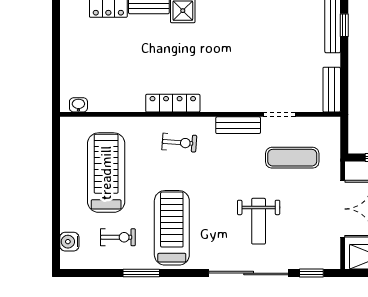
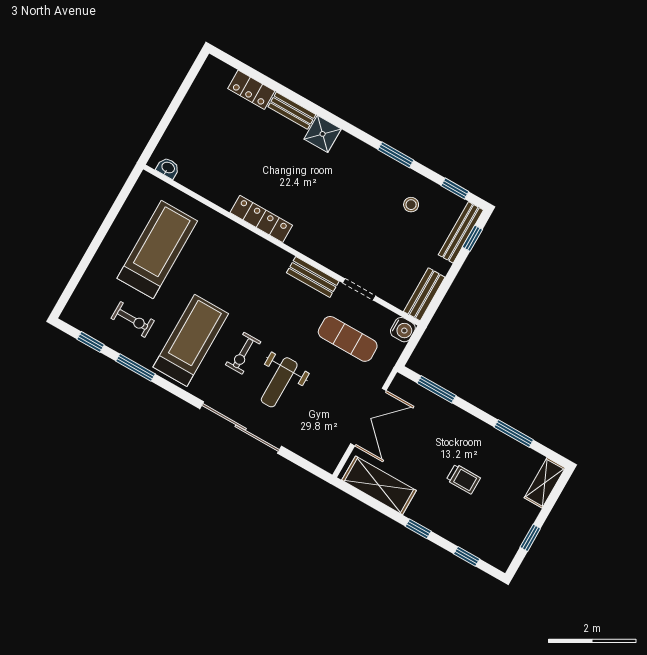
stool: (282, 26) -> (411, 205), added
exercise bike: (179, 143) -> (243, 353), moved, turned 86
water cooler: (69, 242) -> (403, 330), moved, turned 180
window: (311, 273) -> (91, 342), moved

